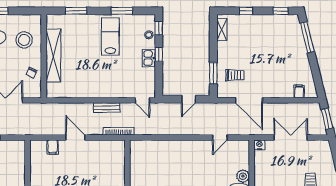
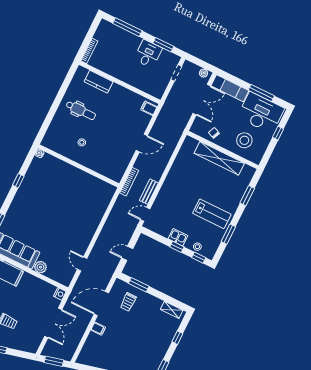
filing cabinet: (299, 91) -> (98, 329), moved
door: (189, 99) -> (127, 253), hinge flipped
bench: (107, 108) -> (149, 192), moved
filing cabinet: (53, 147) -> (149, 108), moved

